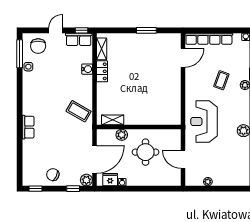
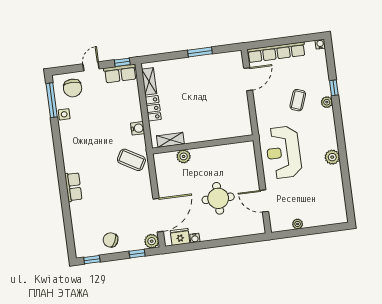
water cooler: (87, 69) -> (138, 128), moved
shelving: (113, 120) -> (170, 140), moved
wall: (139, 127) -> (203, 144), moved
plant: (122, 135) -> (184, 156), moved

